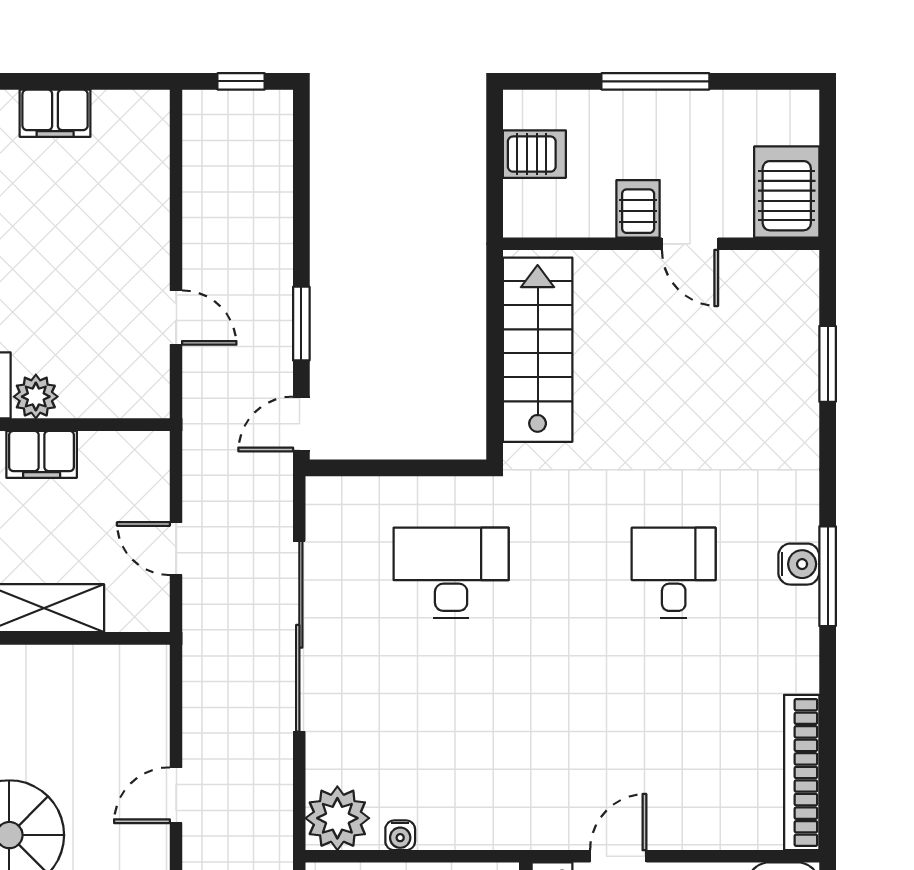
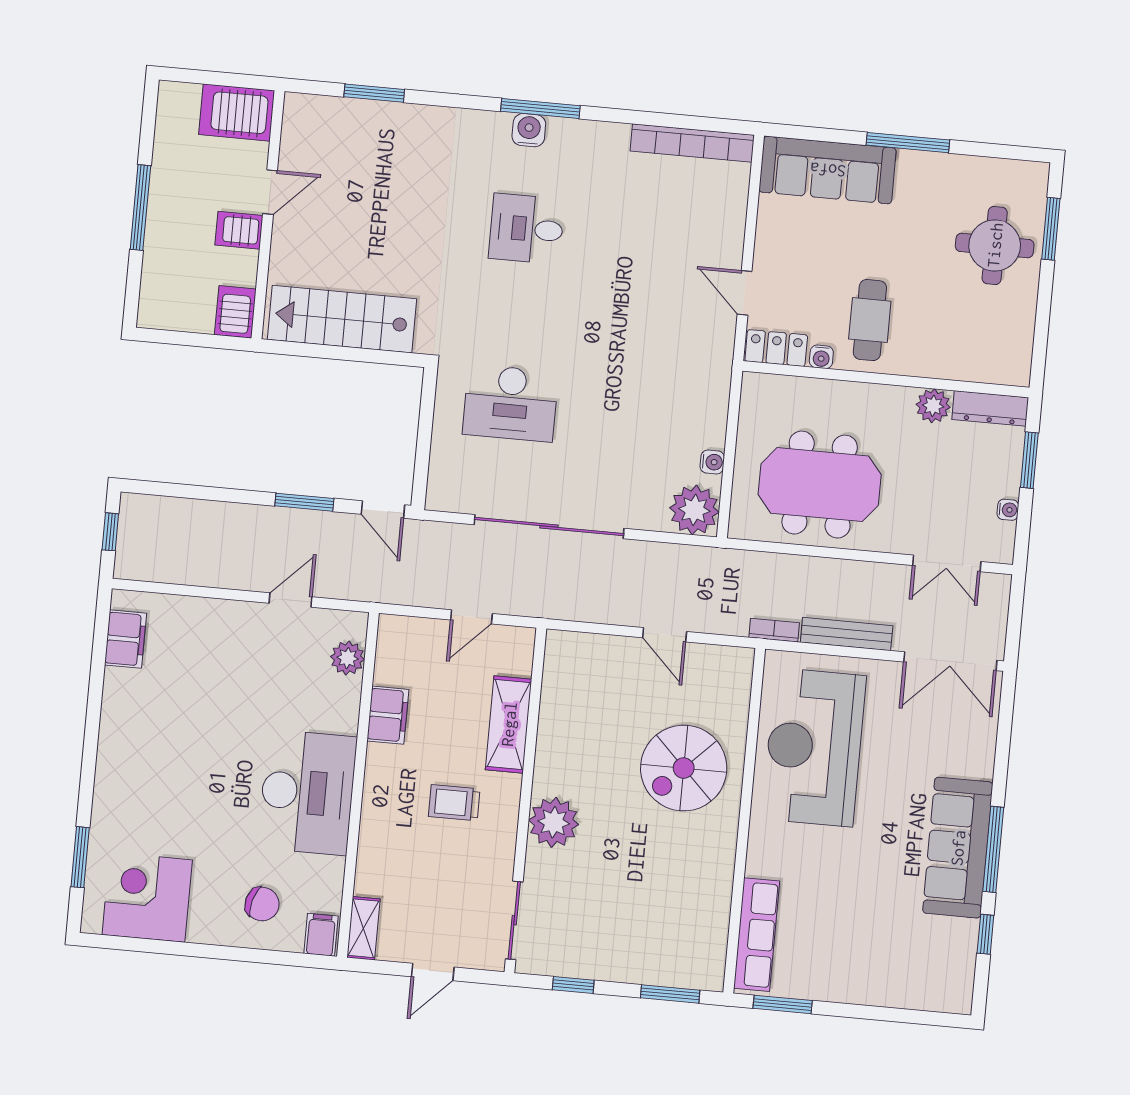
filing cabinet: (55, 113) -> (125, 639), moved
server rack: (534, 154) -> (235, 312), moved
plant: (36, 397) -> (348, 658), moved
desk: (451, 573) -> (510, 403), turned -90

